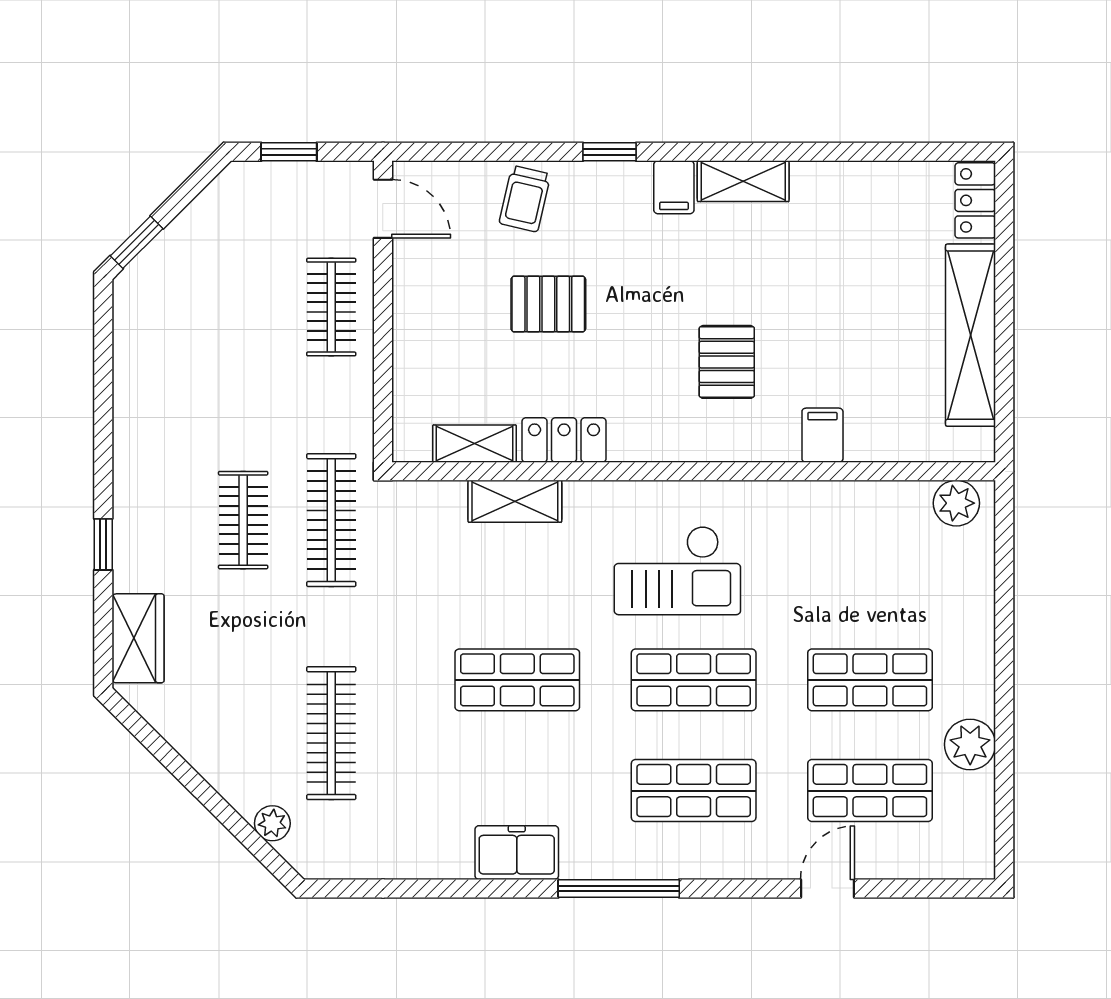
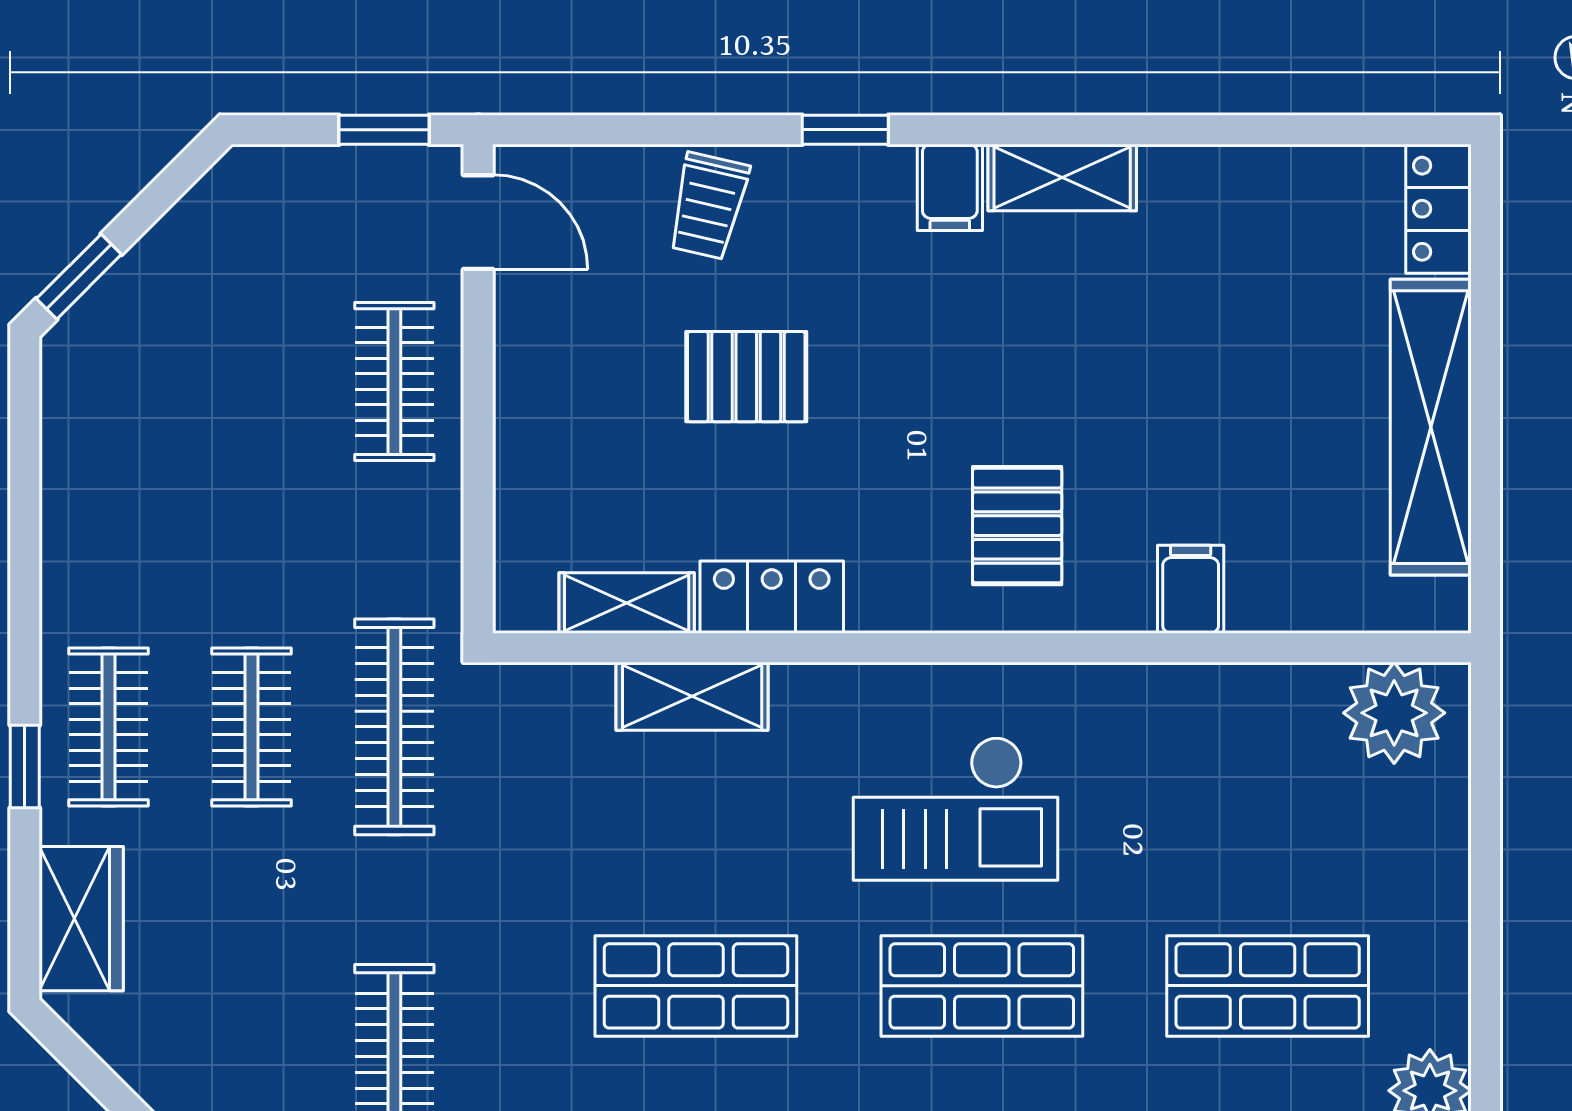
window: (289, 152) -> (384, 130), moved
pallet: (727, 362) -> (1017, 526), moved
plant: (956, 503) -> (1394, 713), width x1.36, depth x1.36
clothes rail: (155, 520) -> (109, 727), added

